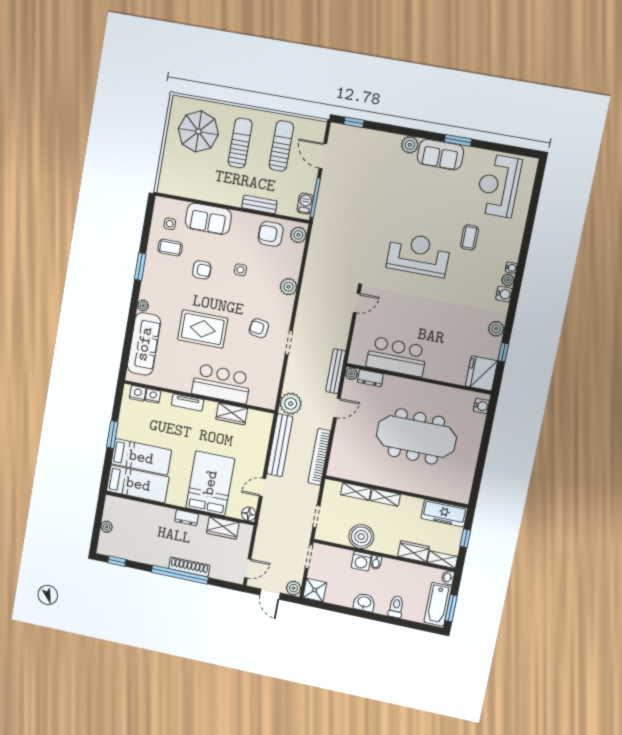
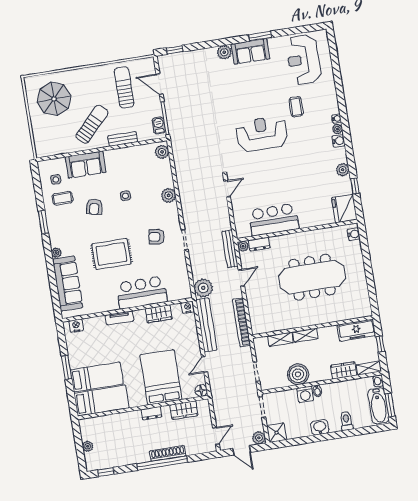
sun lounger: (240, 143) -> (92, 124), moved, turned 44
armchair: (271, 234) -> (140, 159), removed
armchair: (202, 270) -> (94, 207), turned 102
nightstand: (153, 396) -> (188, 307), moved

